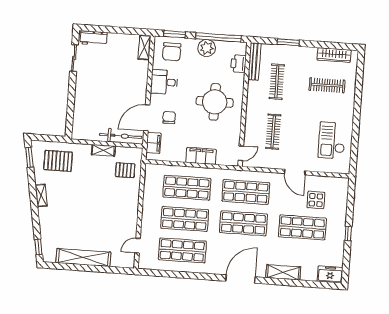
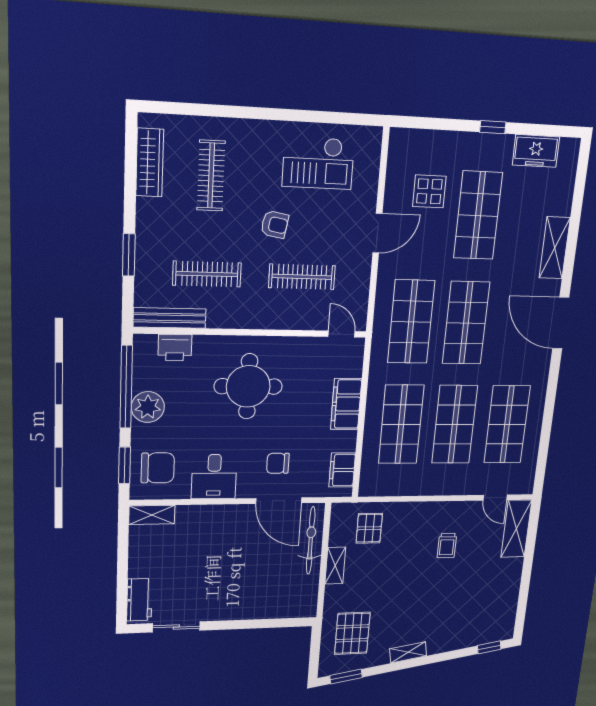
armchair: (301, 117) -> (275, 225), added
filing cabinet: (154, 143) -> (342, 470), moved, turned -90
trolley: (110, 217) -> (447, 546), added
shelving: (83, 257) -> (516, 529), moved, width x0.68
freezer: (330, 274) -> (536, 151), moved, turned -90

